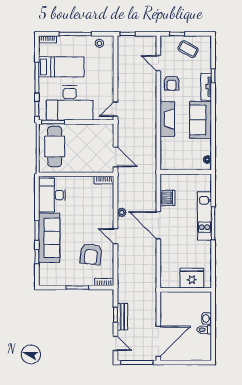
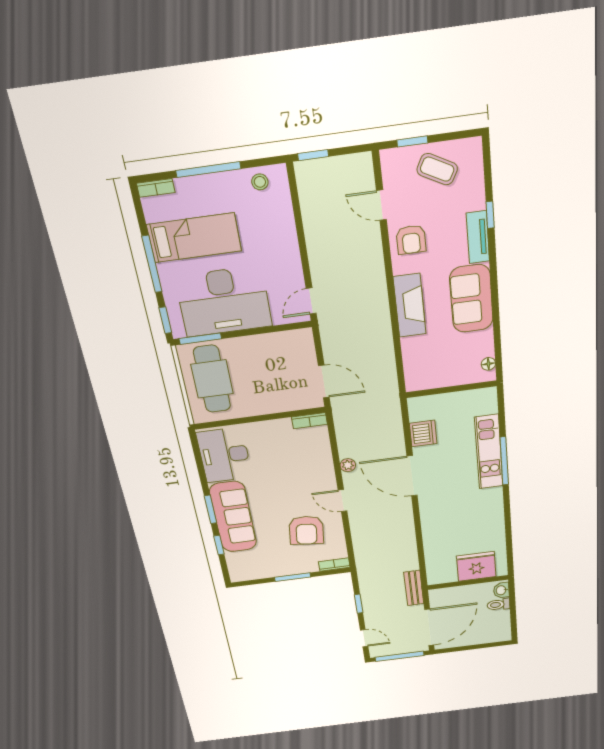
fridge: (192, 278) -> (476, 566), moved
wall: (186, 290) -> (468, 582), moved
bench: (122, 317) -> (414, 588), moved

